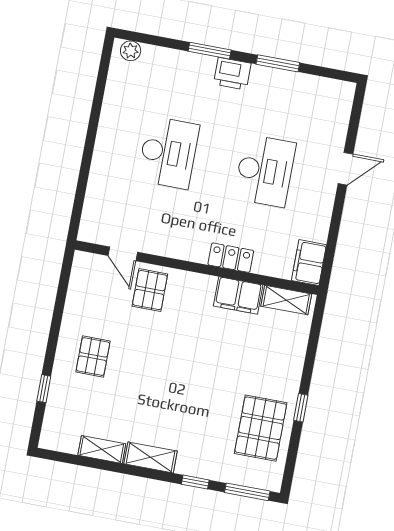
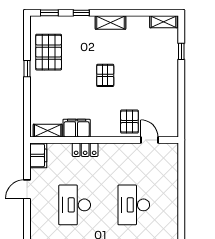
door: (345, 169) -> (27, 189), moved
pallet: (93, 357) -> (105, 75), moved
shelving: (102, 449) -> (164, 22), moved
window: (247, 492) -> (49, 13), width x0.67

